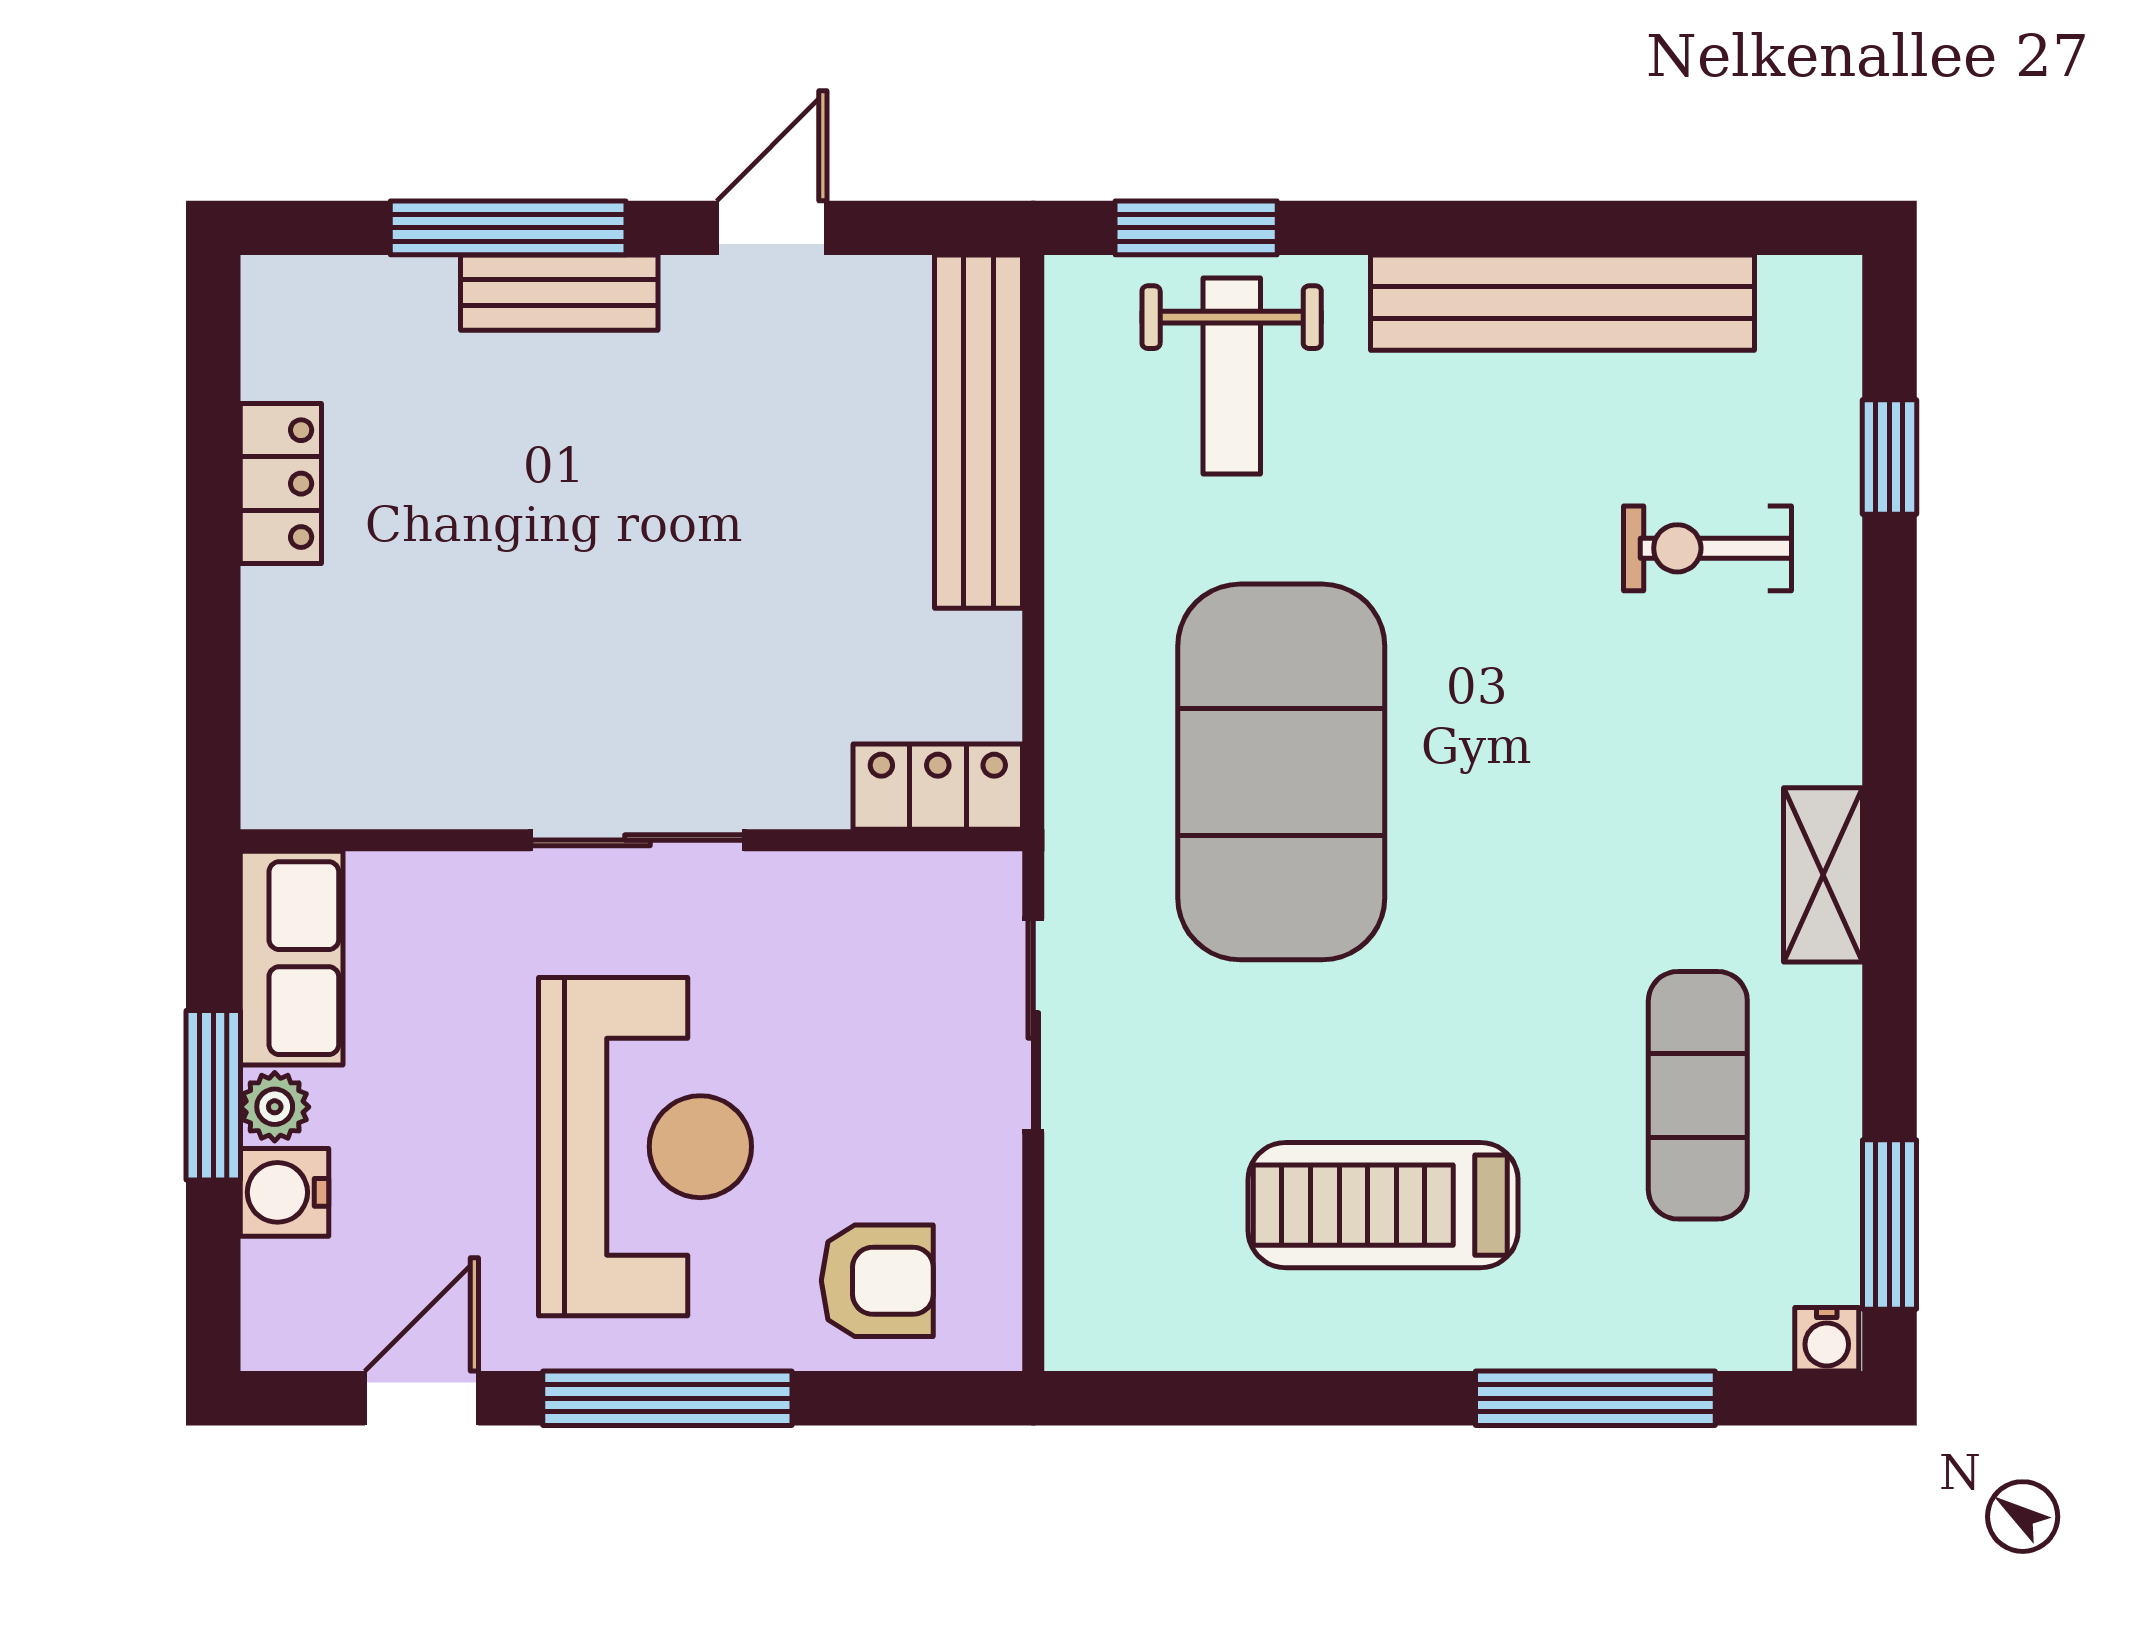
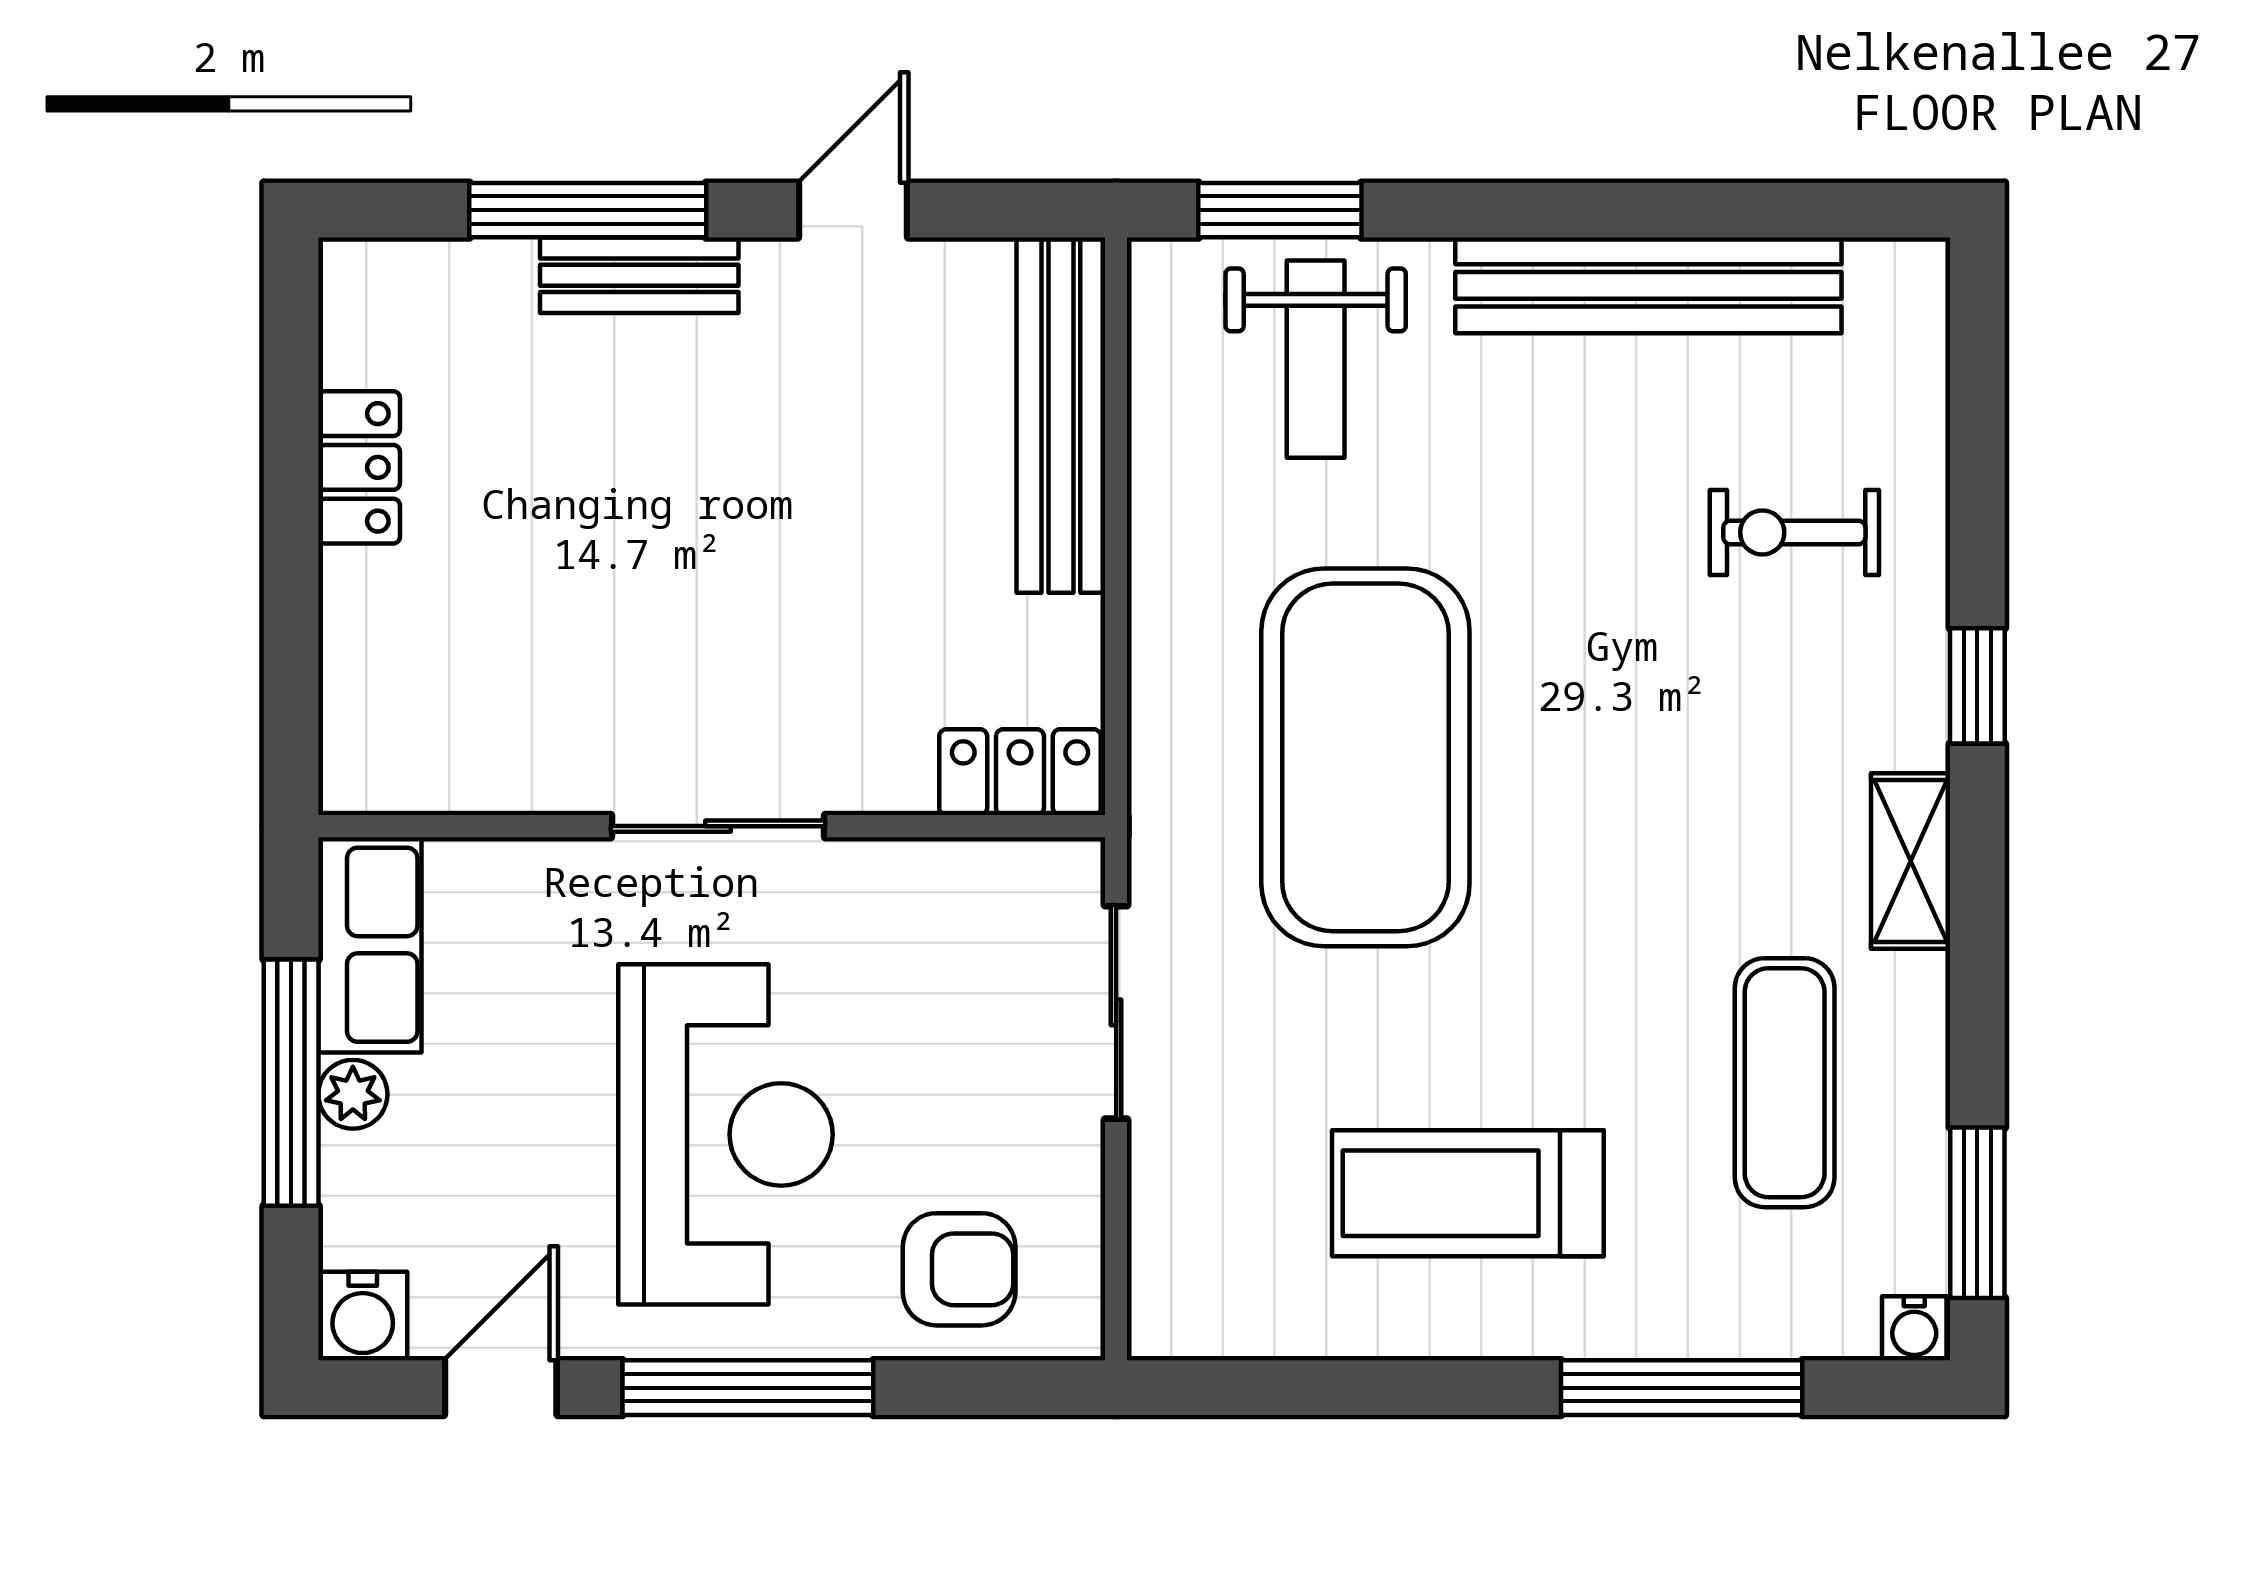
window: (1889, 457) -> (1977, 686), moved
window: (213, 1095) -> (291, 1083), width x1.44
water cooler: (284, 1192) -> (363, 1316), moved, turned -90

